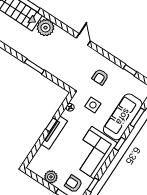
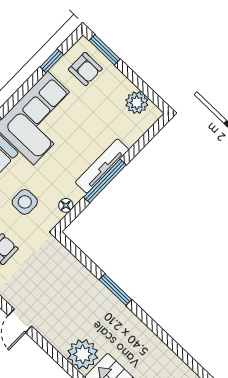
window: (51, 125) -> (105, 181), width x2.17
plant: (51, 177) -> (137, 103), moved

